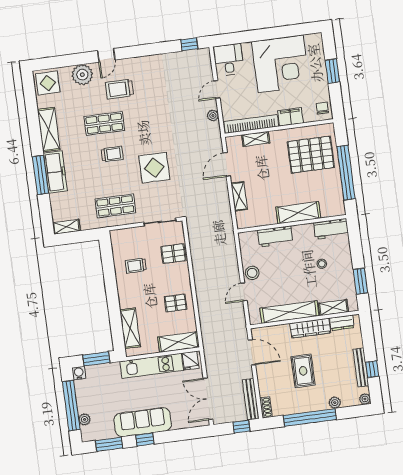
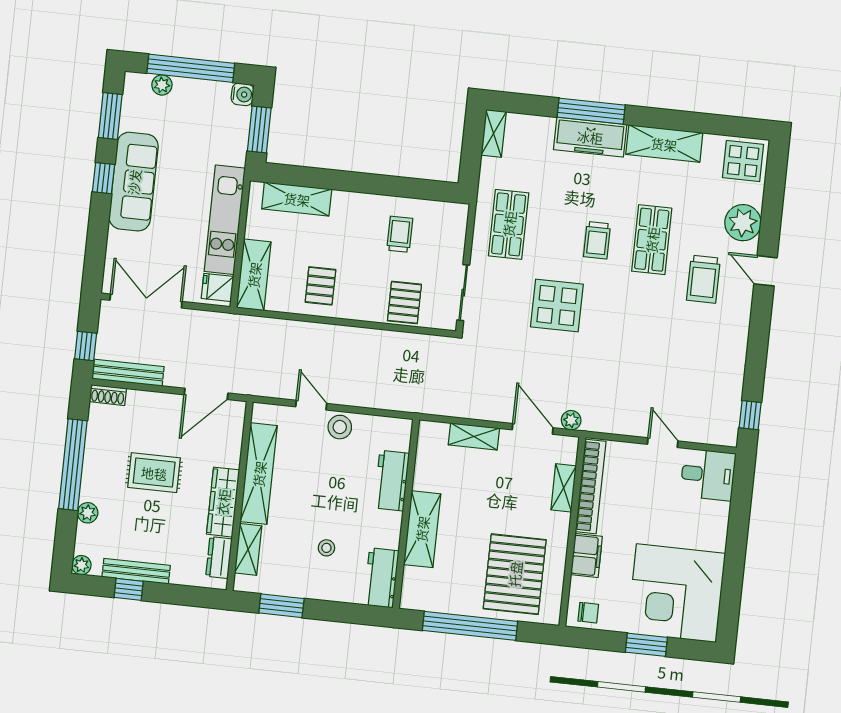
corner desk: (281, 64) -> (676, 593), moved
trolley: (119, 89) -> (703, 279), turned 180
plant: (213, 115) -> (571, 420), moved

